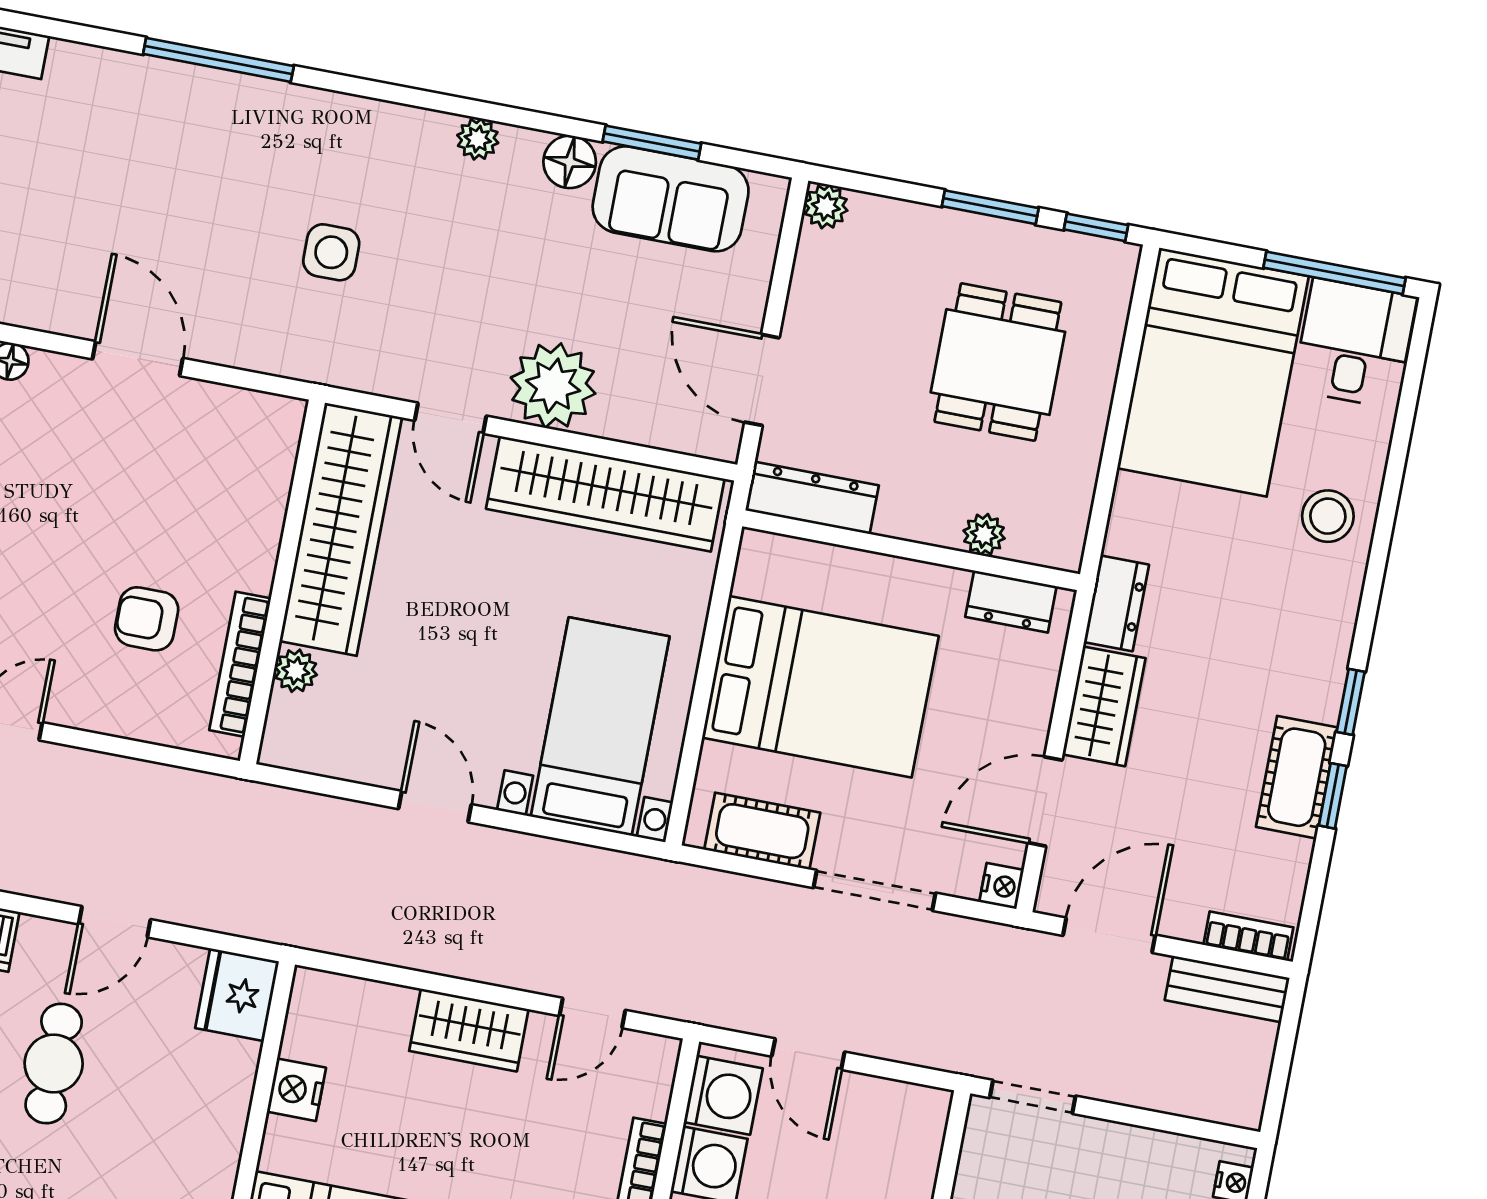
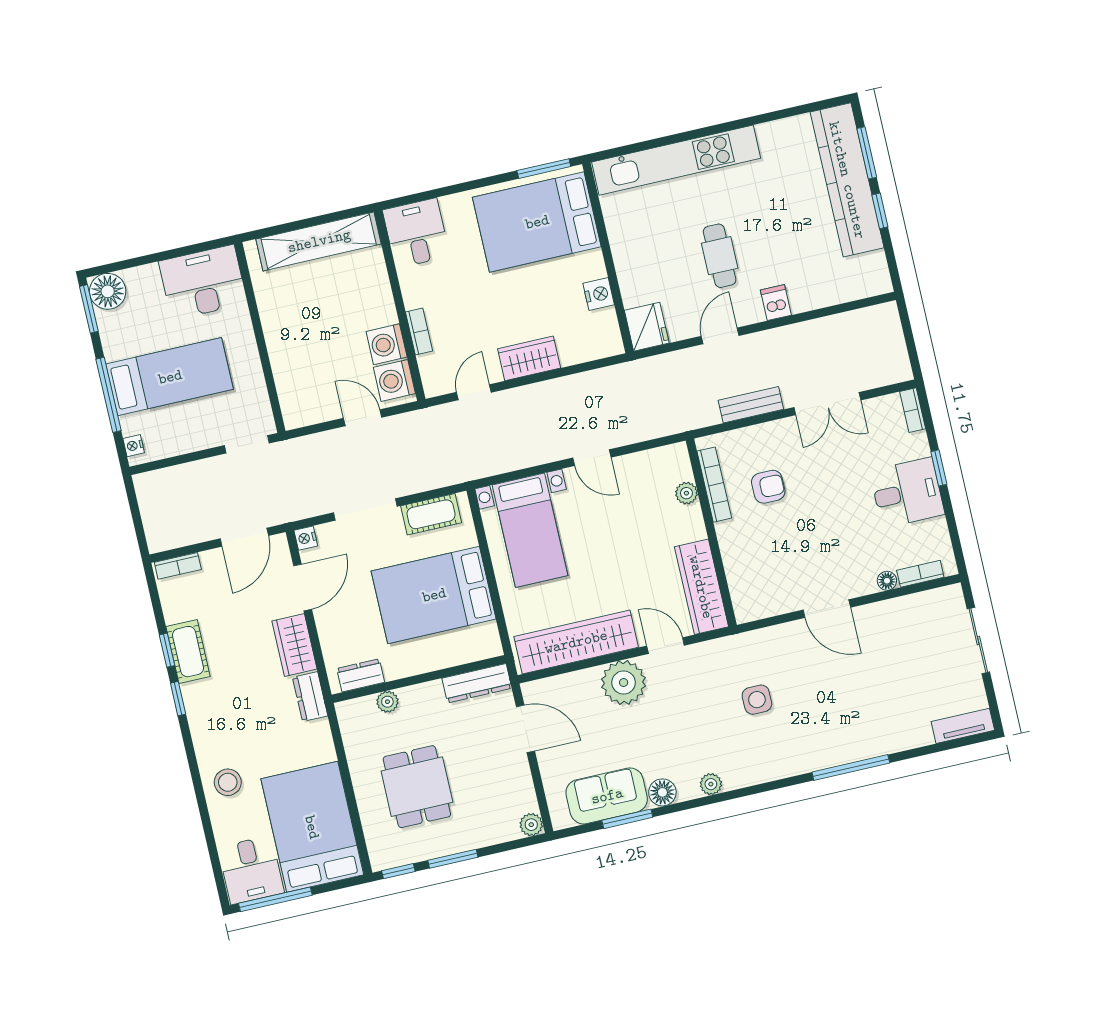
wardrobe: (341, 529) -> (701, 587), width x0.71, depth x0.85
bench: (1227, 989) -> (751, 405), moved

